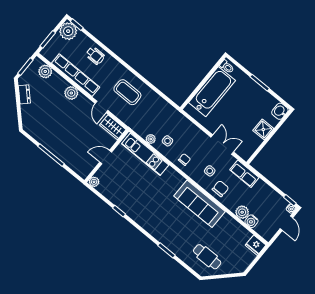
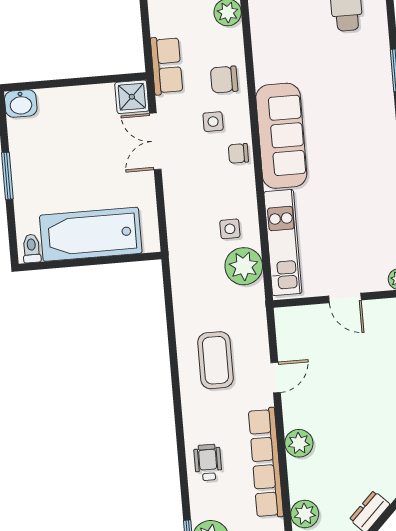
wardrobe: (113, 127) -> (290, 331), removed
shower: (263, 130) -> (132, 97), moved
plant: (151, 139) -> (244, 266), width x1.88, depth x1.88
chair: (184, 160) -> (238, 153), moved
sofa: (200, 204) -> (281, 136), moved

